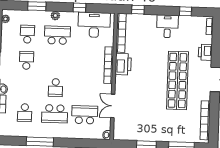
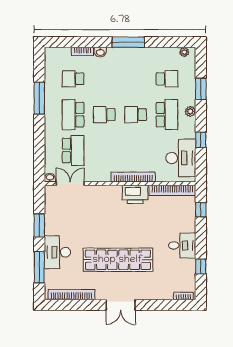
printer: (205, 52) -> (153, 292), removed
school desk: (26, 60) -> (136, 115), moved, turned 180
double door: (113, 106) -> (70, 184), moved
desk: (169, 131) -> (57, 252), added

